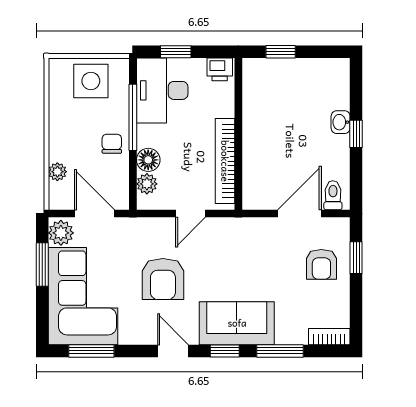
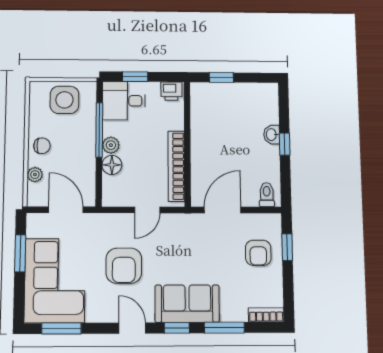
desk: (162, 90) -> (124, 101), width x0.73
chair: (112, 144) -> (42, 146), moved, turned 90
plant: (147, 184) -> (111, 145), moved
door: (300, 214) -> (223, 210), moved
plant: (61, 233) -> (37, 226), removed

